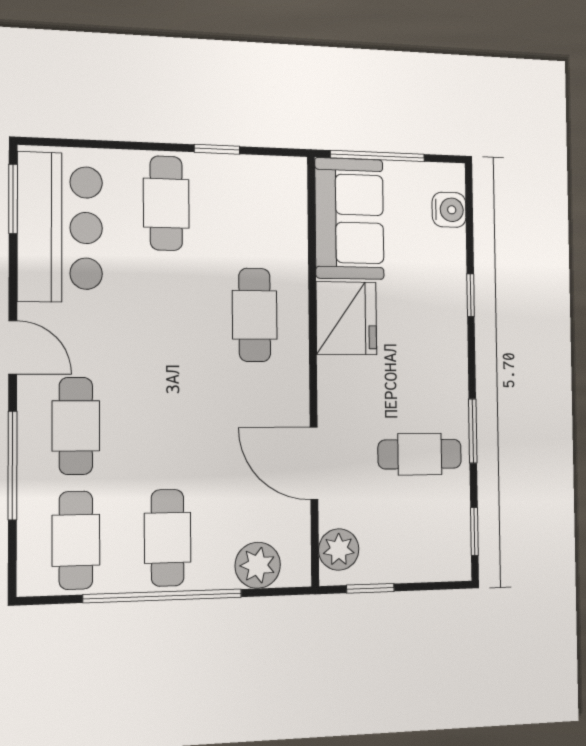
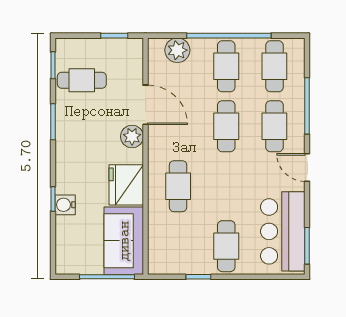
water cooler: (449, 210) -> (65, 205), moved
cafe table: (167, 425) -> (226, 126), added
cafe table: (420, 454) -> (82, 80), moved
plant: (339, 550) -> (132, 137), moved

